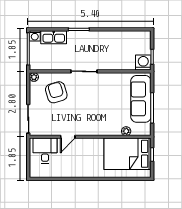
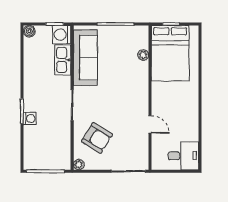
boiler: (146, 35) -> (29, 31), added
washing machine: (35, 36) -> (30, 119), moved
kitchen sink: (54, 37) -> (63, 60), moved, turned 180
armchair: (56, 92) -> (97, 138), turned -131
sofa: (141, 99) -> (85, 58), moved, turned -90
desk: (45, 151) -> (183, 156), moved, turned 180

